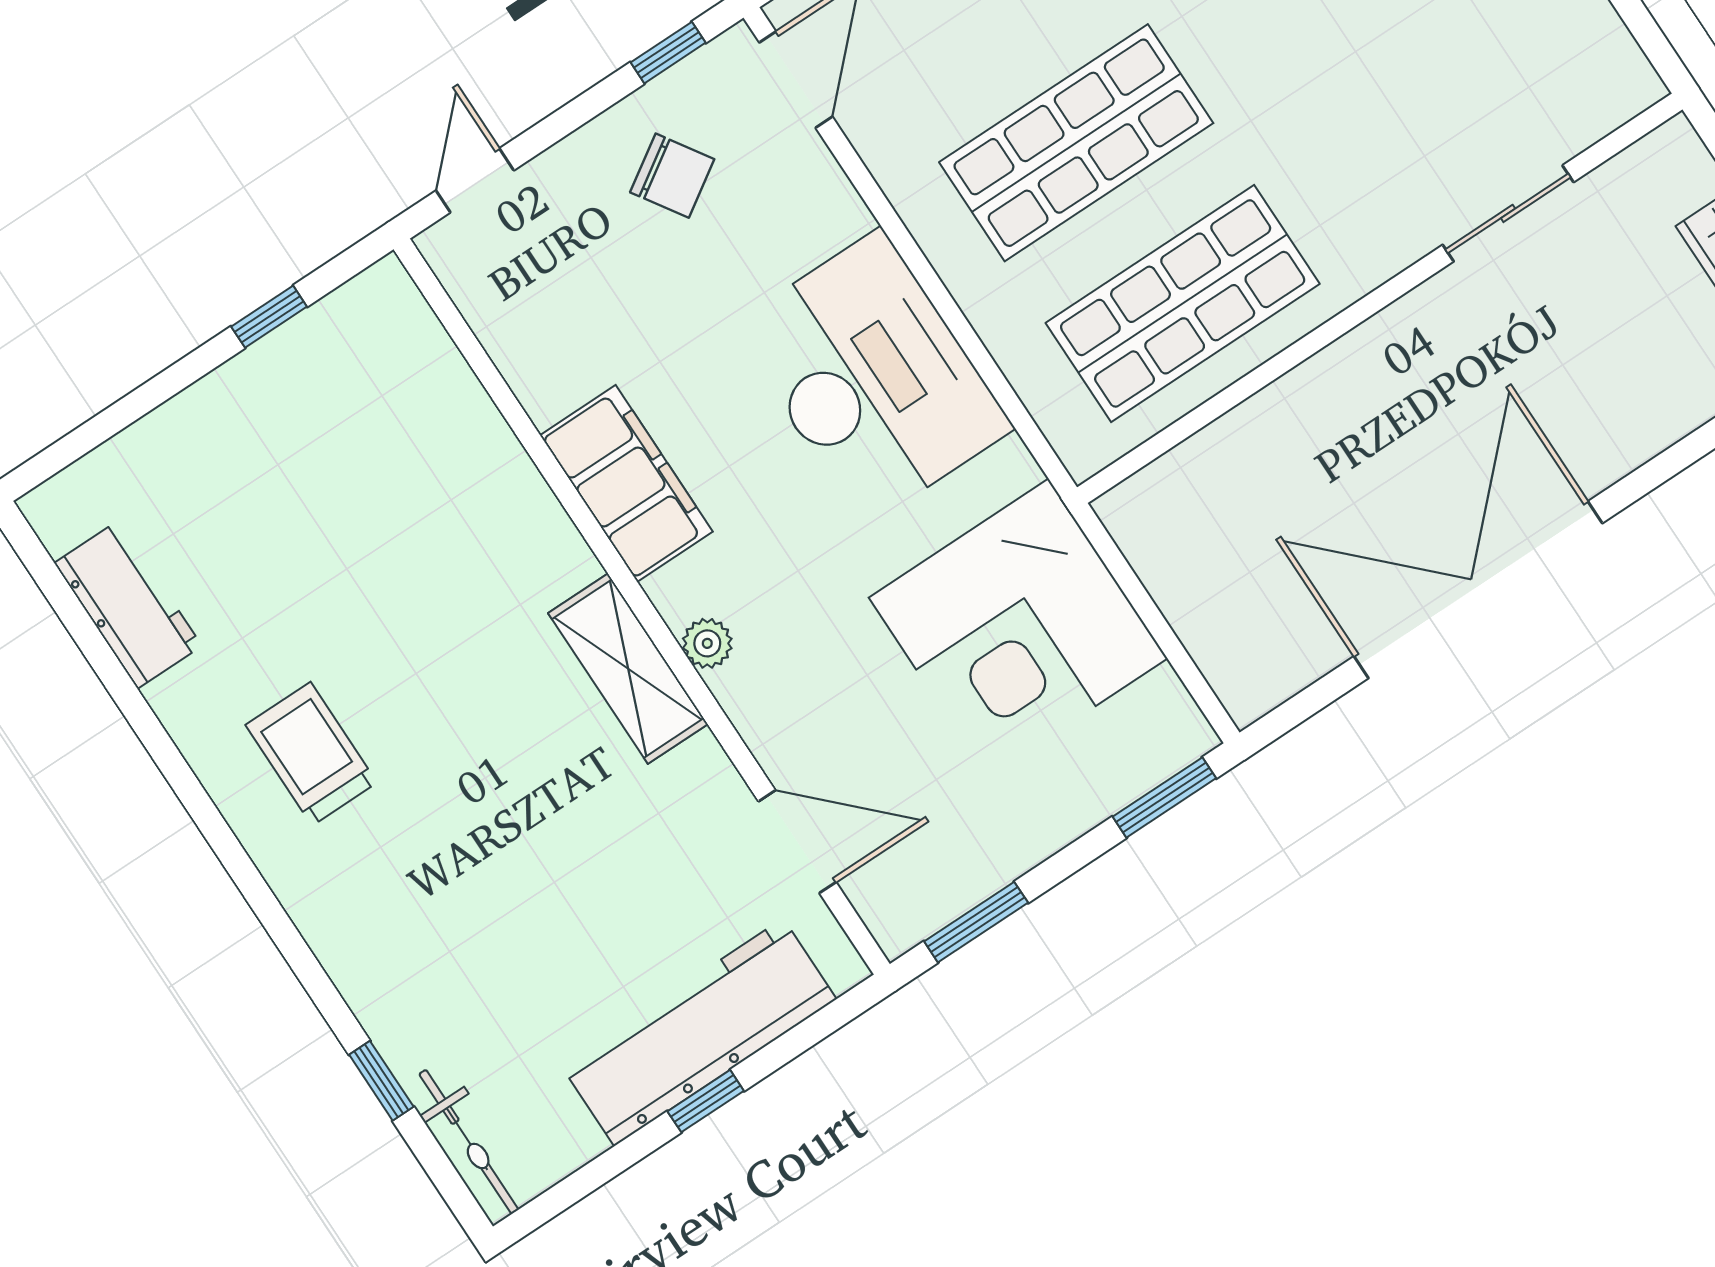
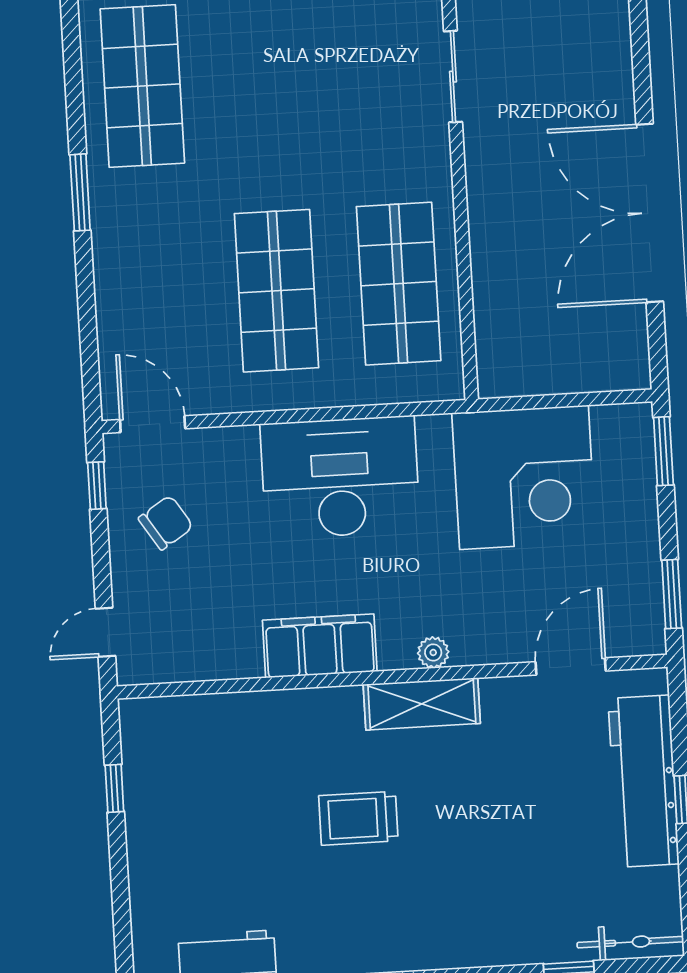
door: (475, 180) -> (105, 632), hinge flipped
trolley: (311, 754) -> (358, 818), moved

